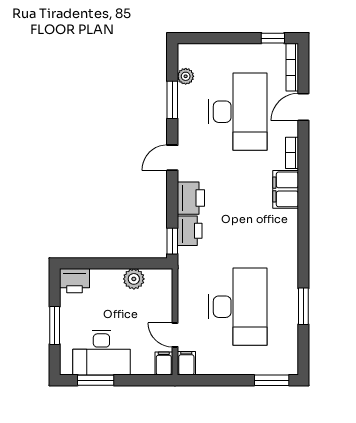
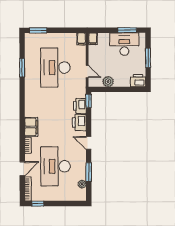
door: (172, 158) -> (89, 143), swing flipped
door: (175, 335) -> (87, 71), moved

